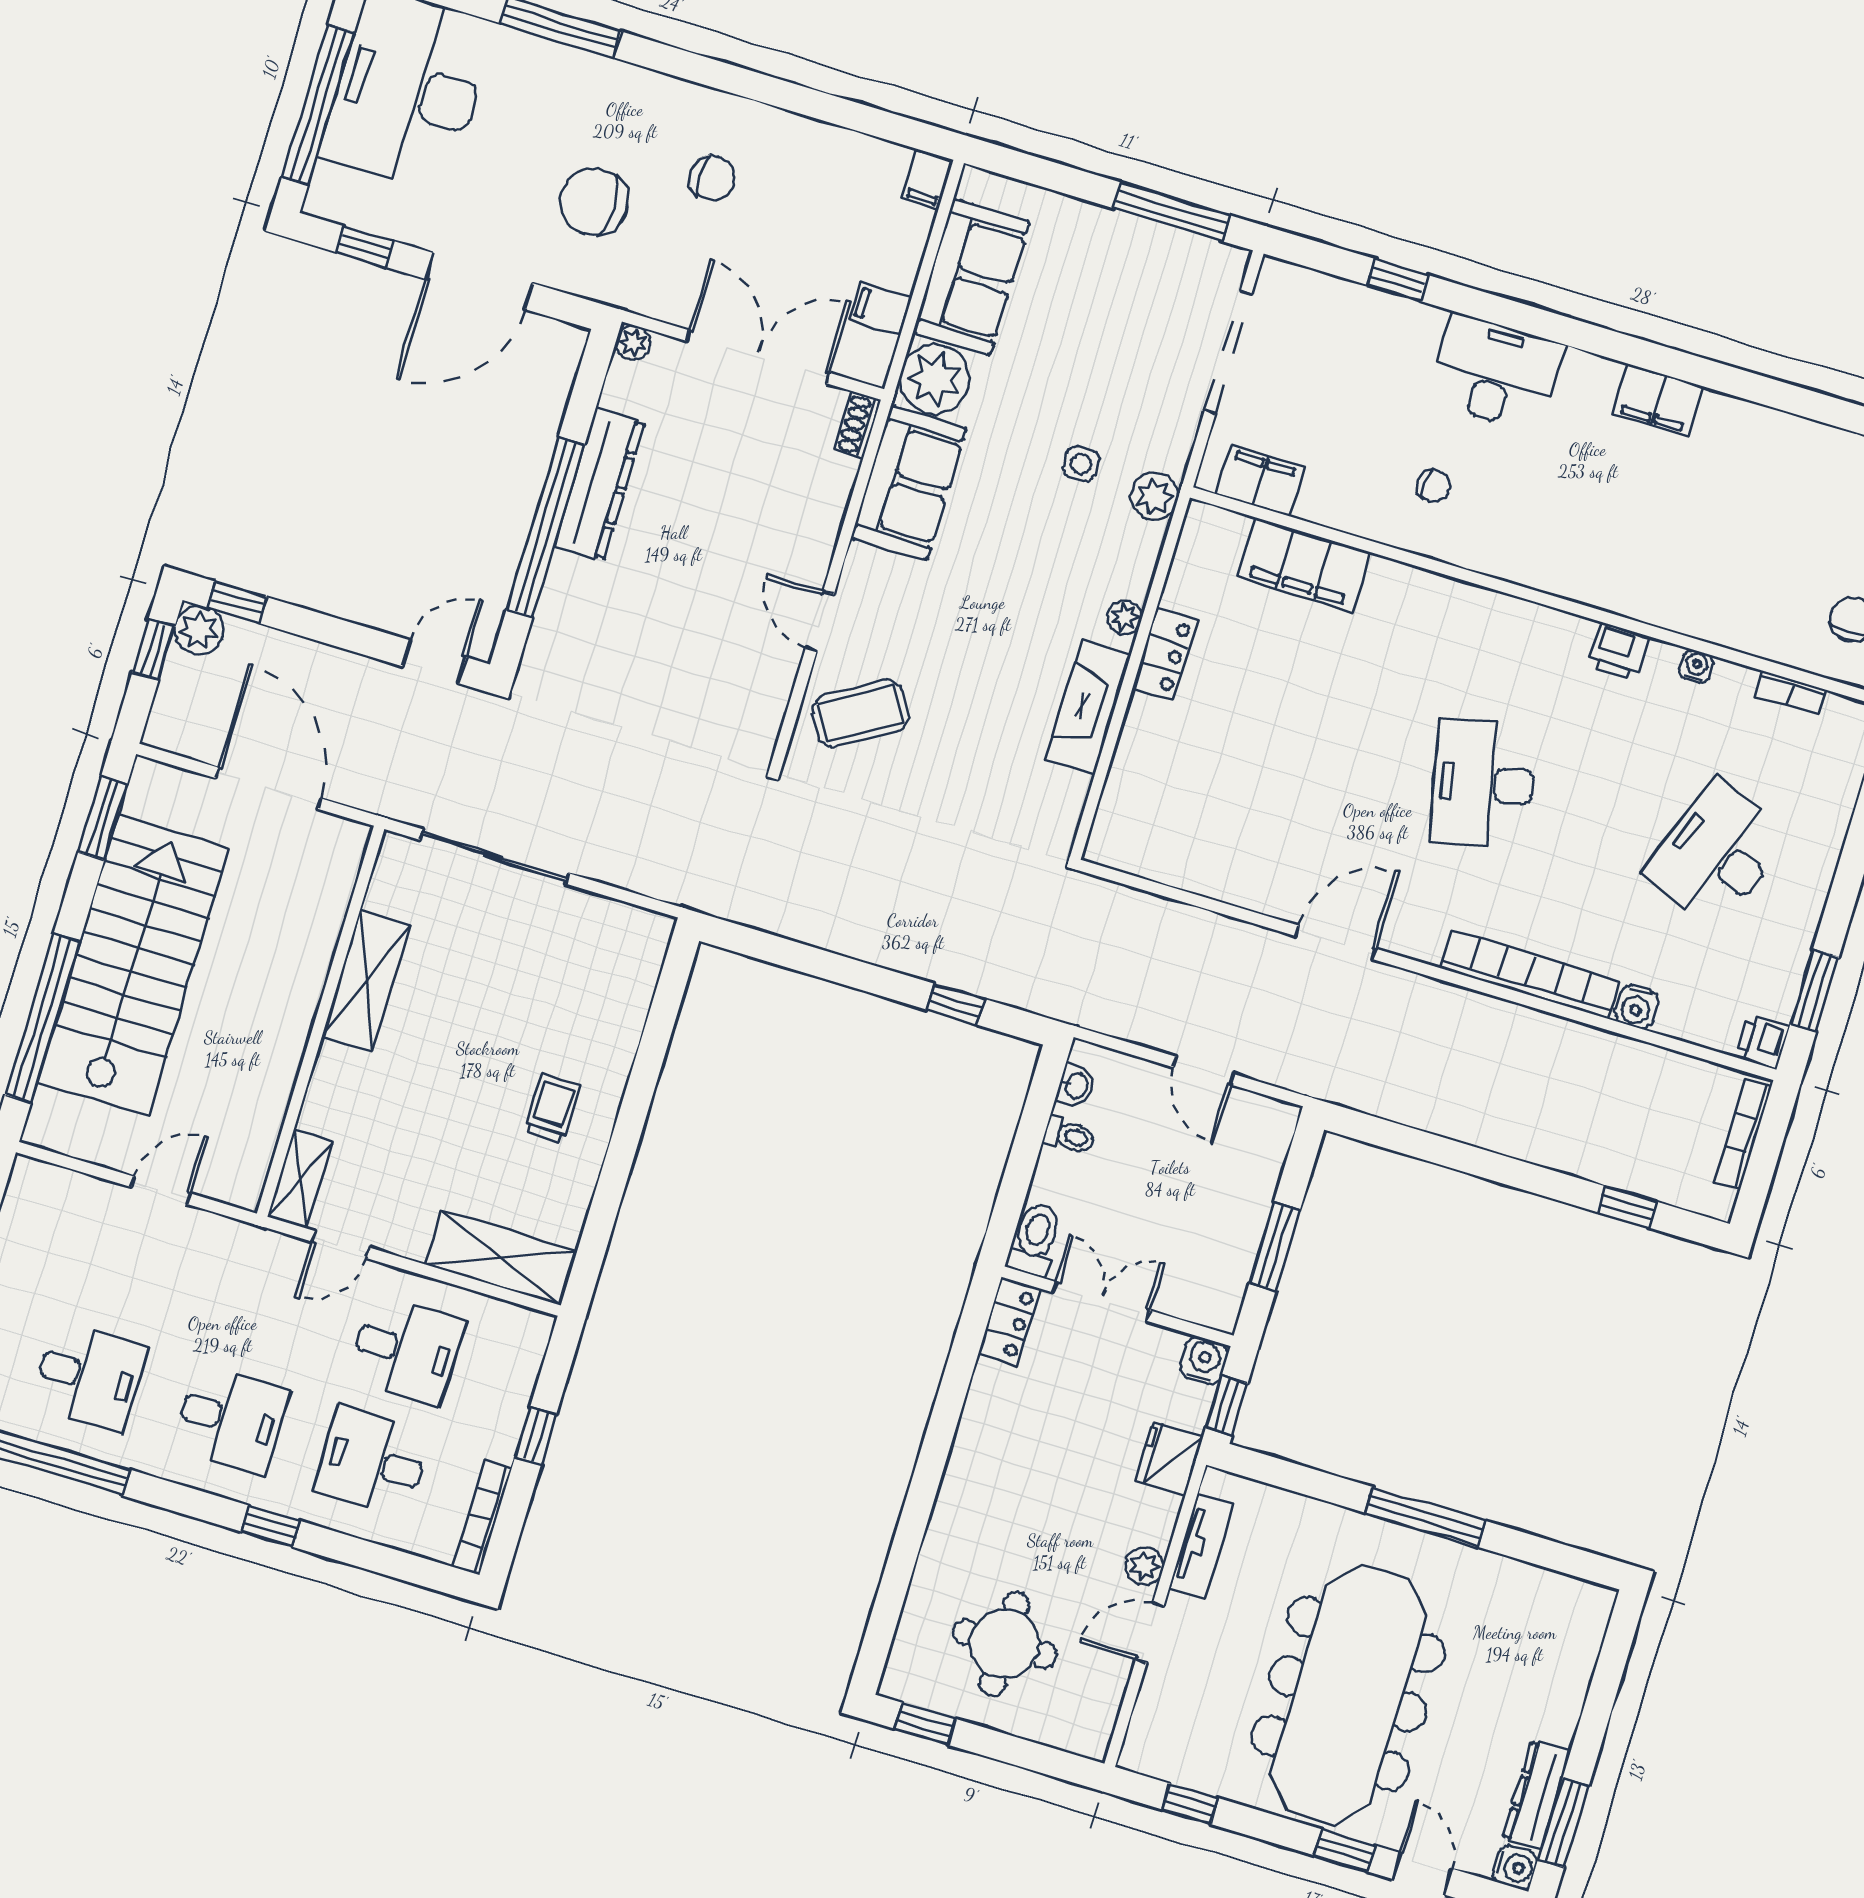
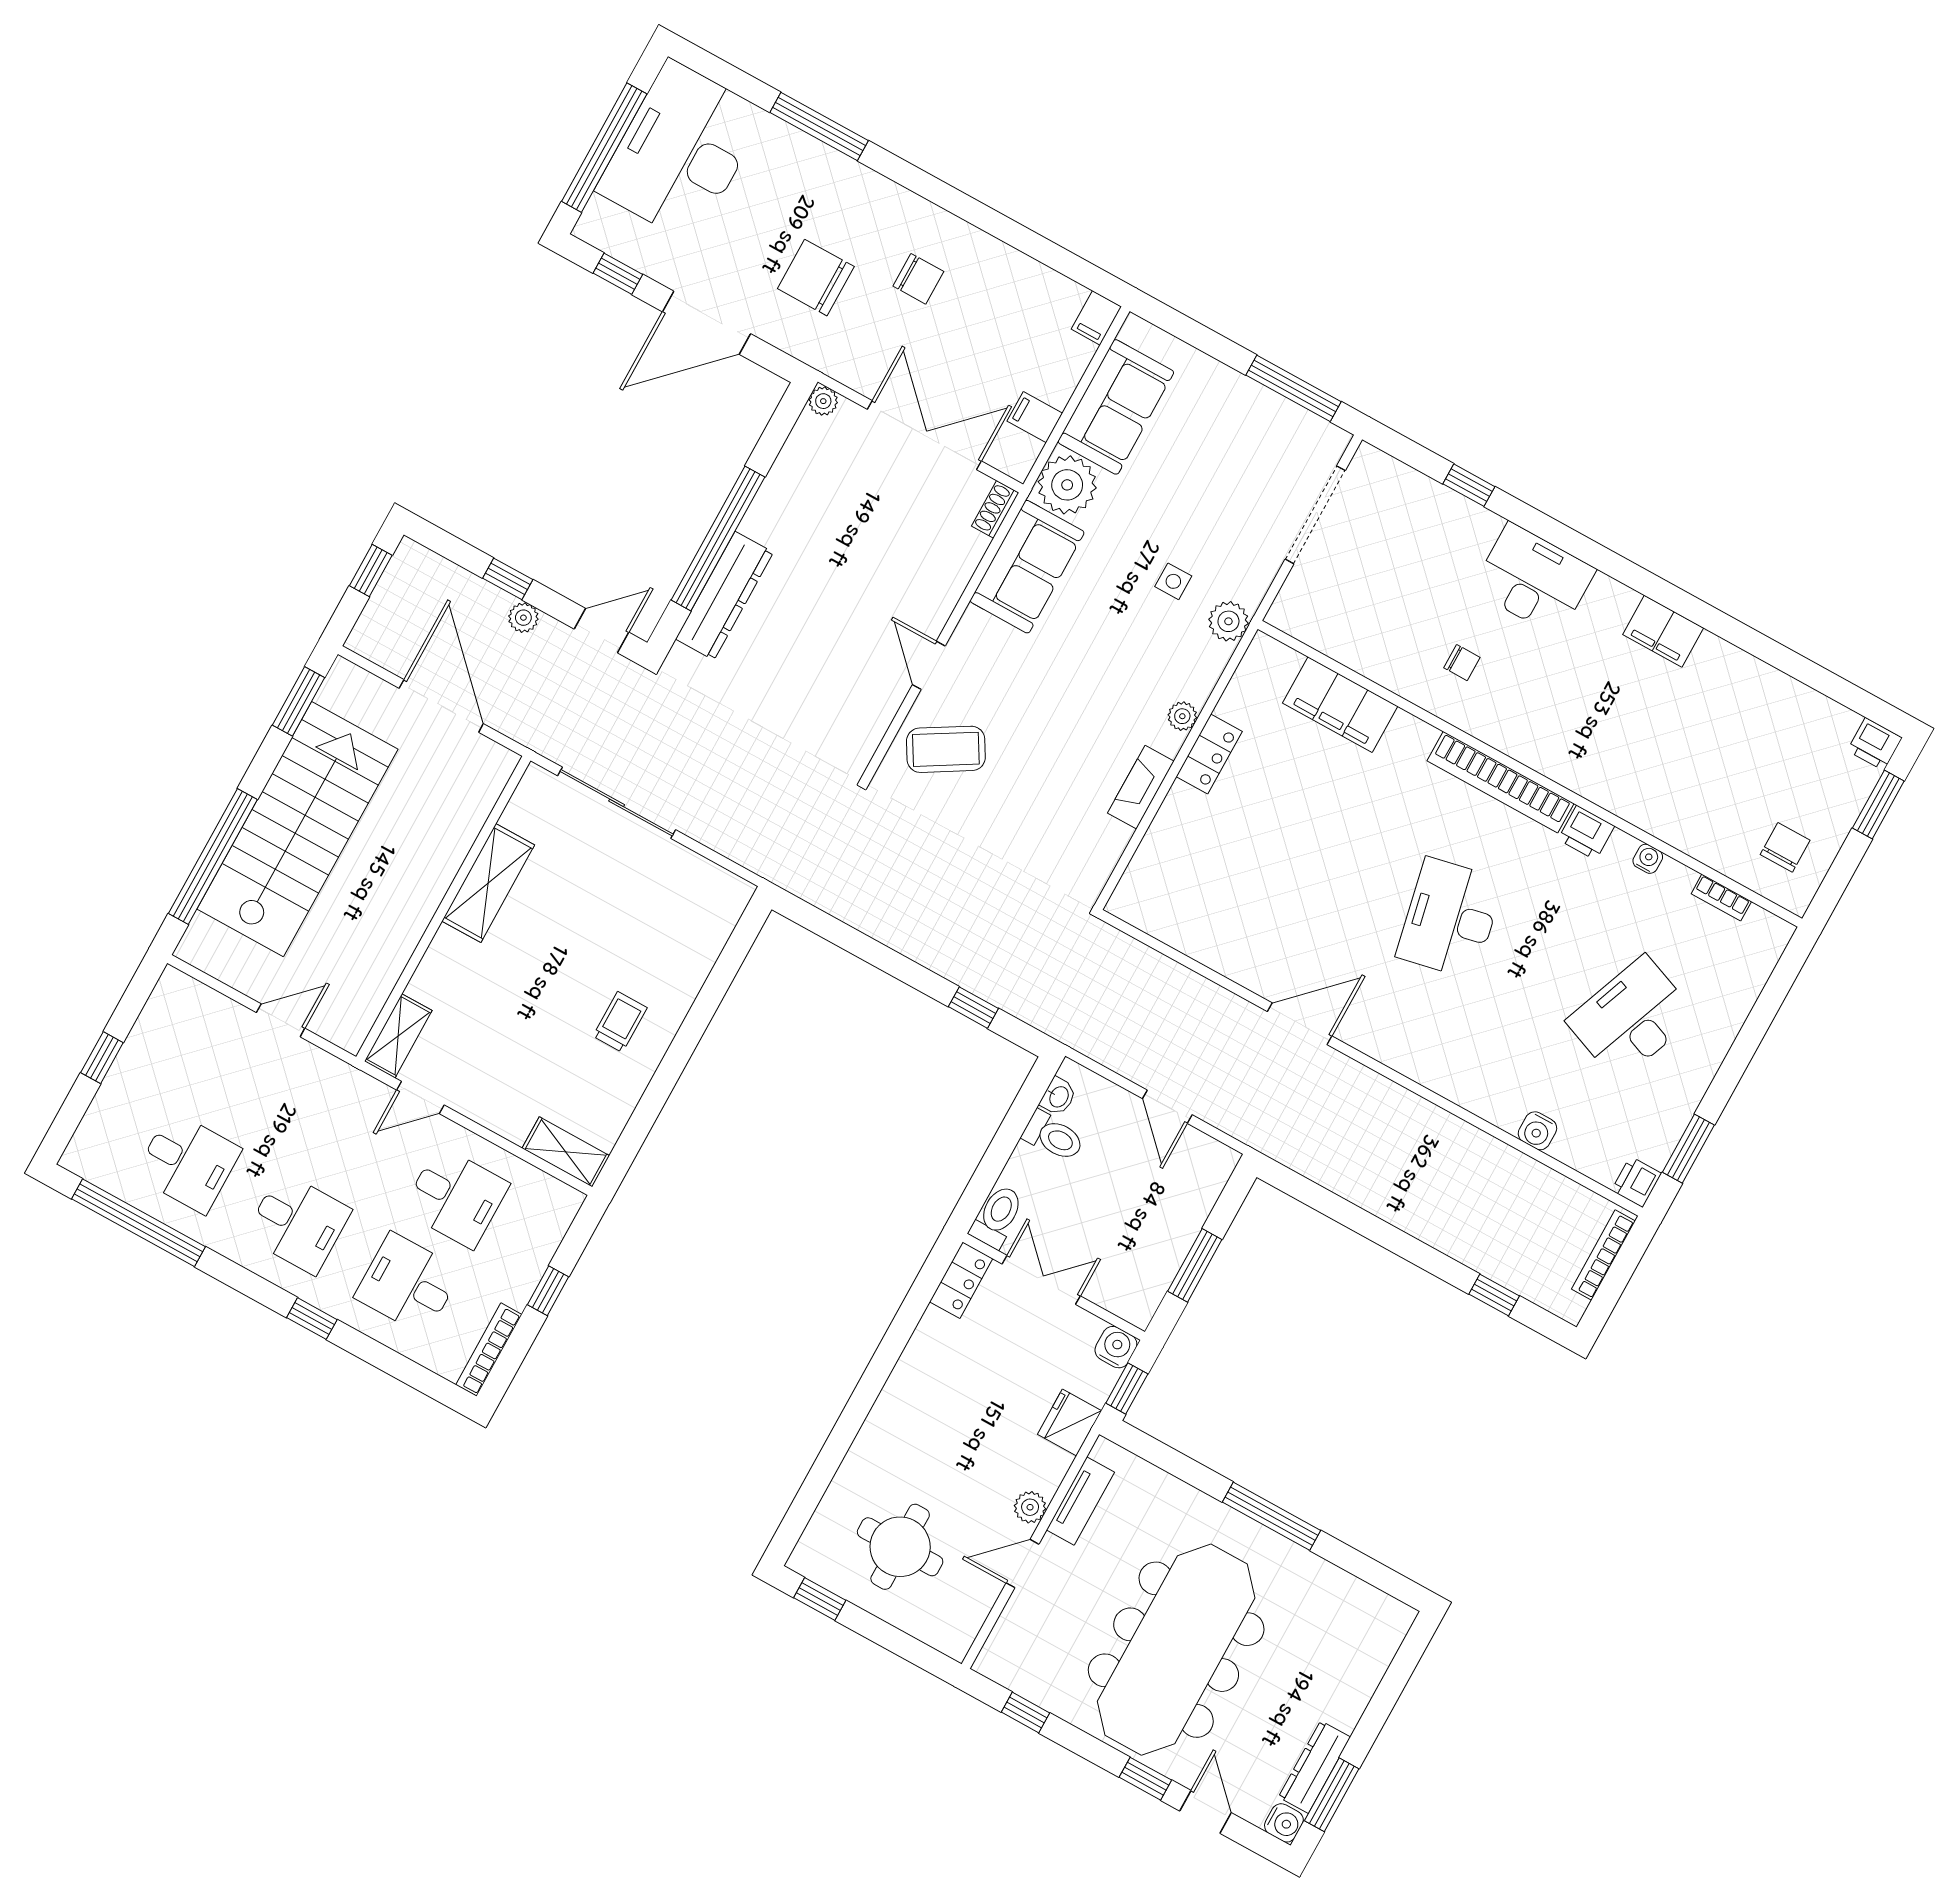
filing cabinet: (1260, 481) -> (1319, 627), removed
dresser: (600, 484) -> (724, 596), moved
window: (237, 602) -> (508, 579), moved
plant: (199, 630) -> (523, 618), moved, width x0.73, depth x0.73
fireplace: (1088, 707) -> (1141, 787), width x0.73, depth x0.76
bookcase: (1530, 975) -> (1500, 782), moved, turned 180
toilet: (1069, 1136) -> (1053, 1136), width x1.37, depth x1.39
shelving: (501, 1258) -> (566, 1152), width x0.67, depth x0.75

